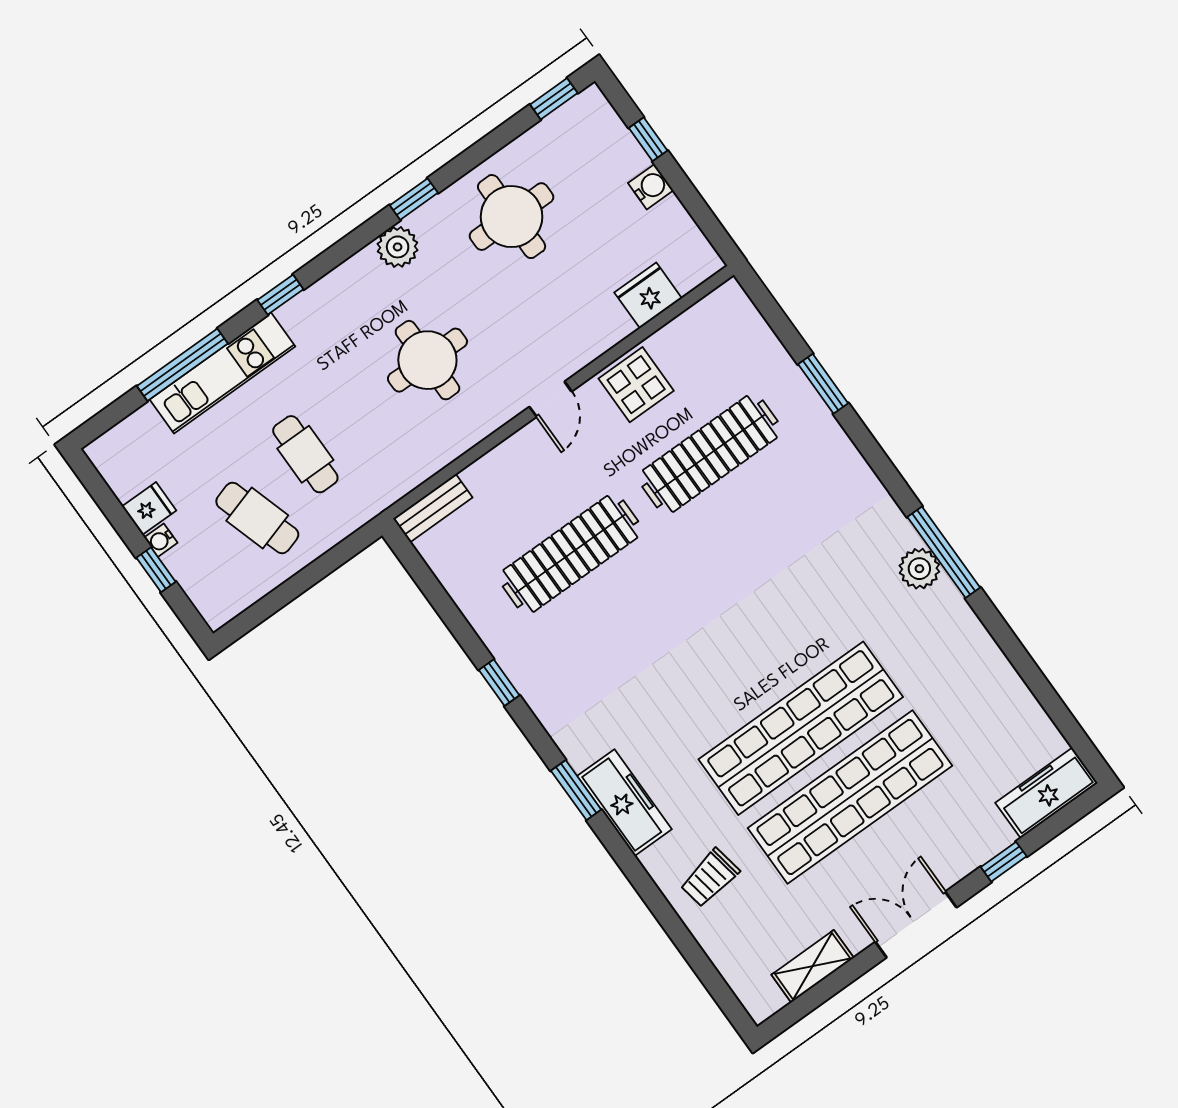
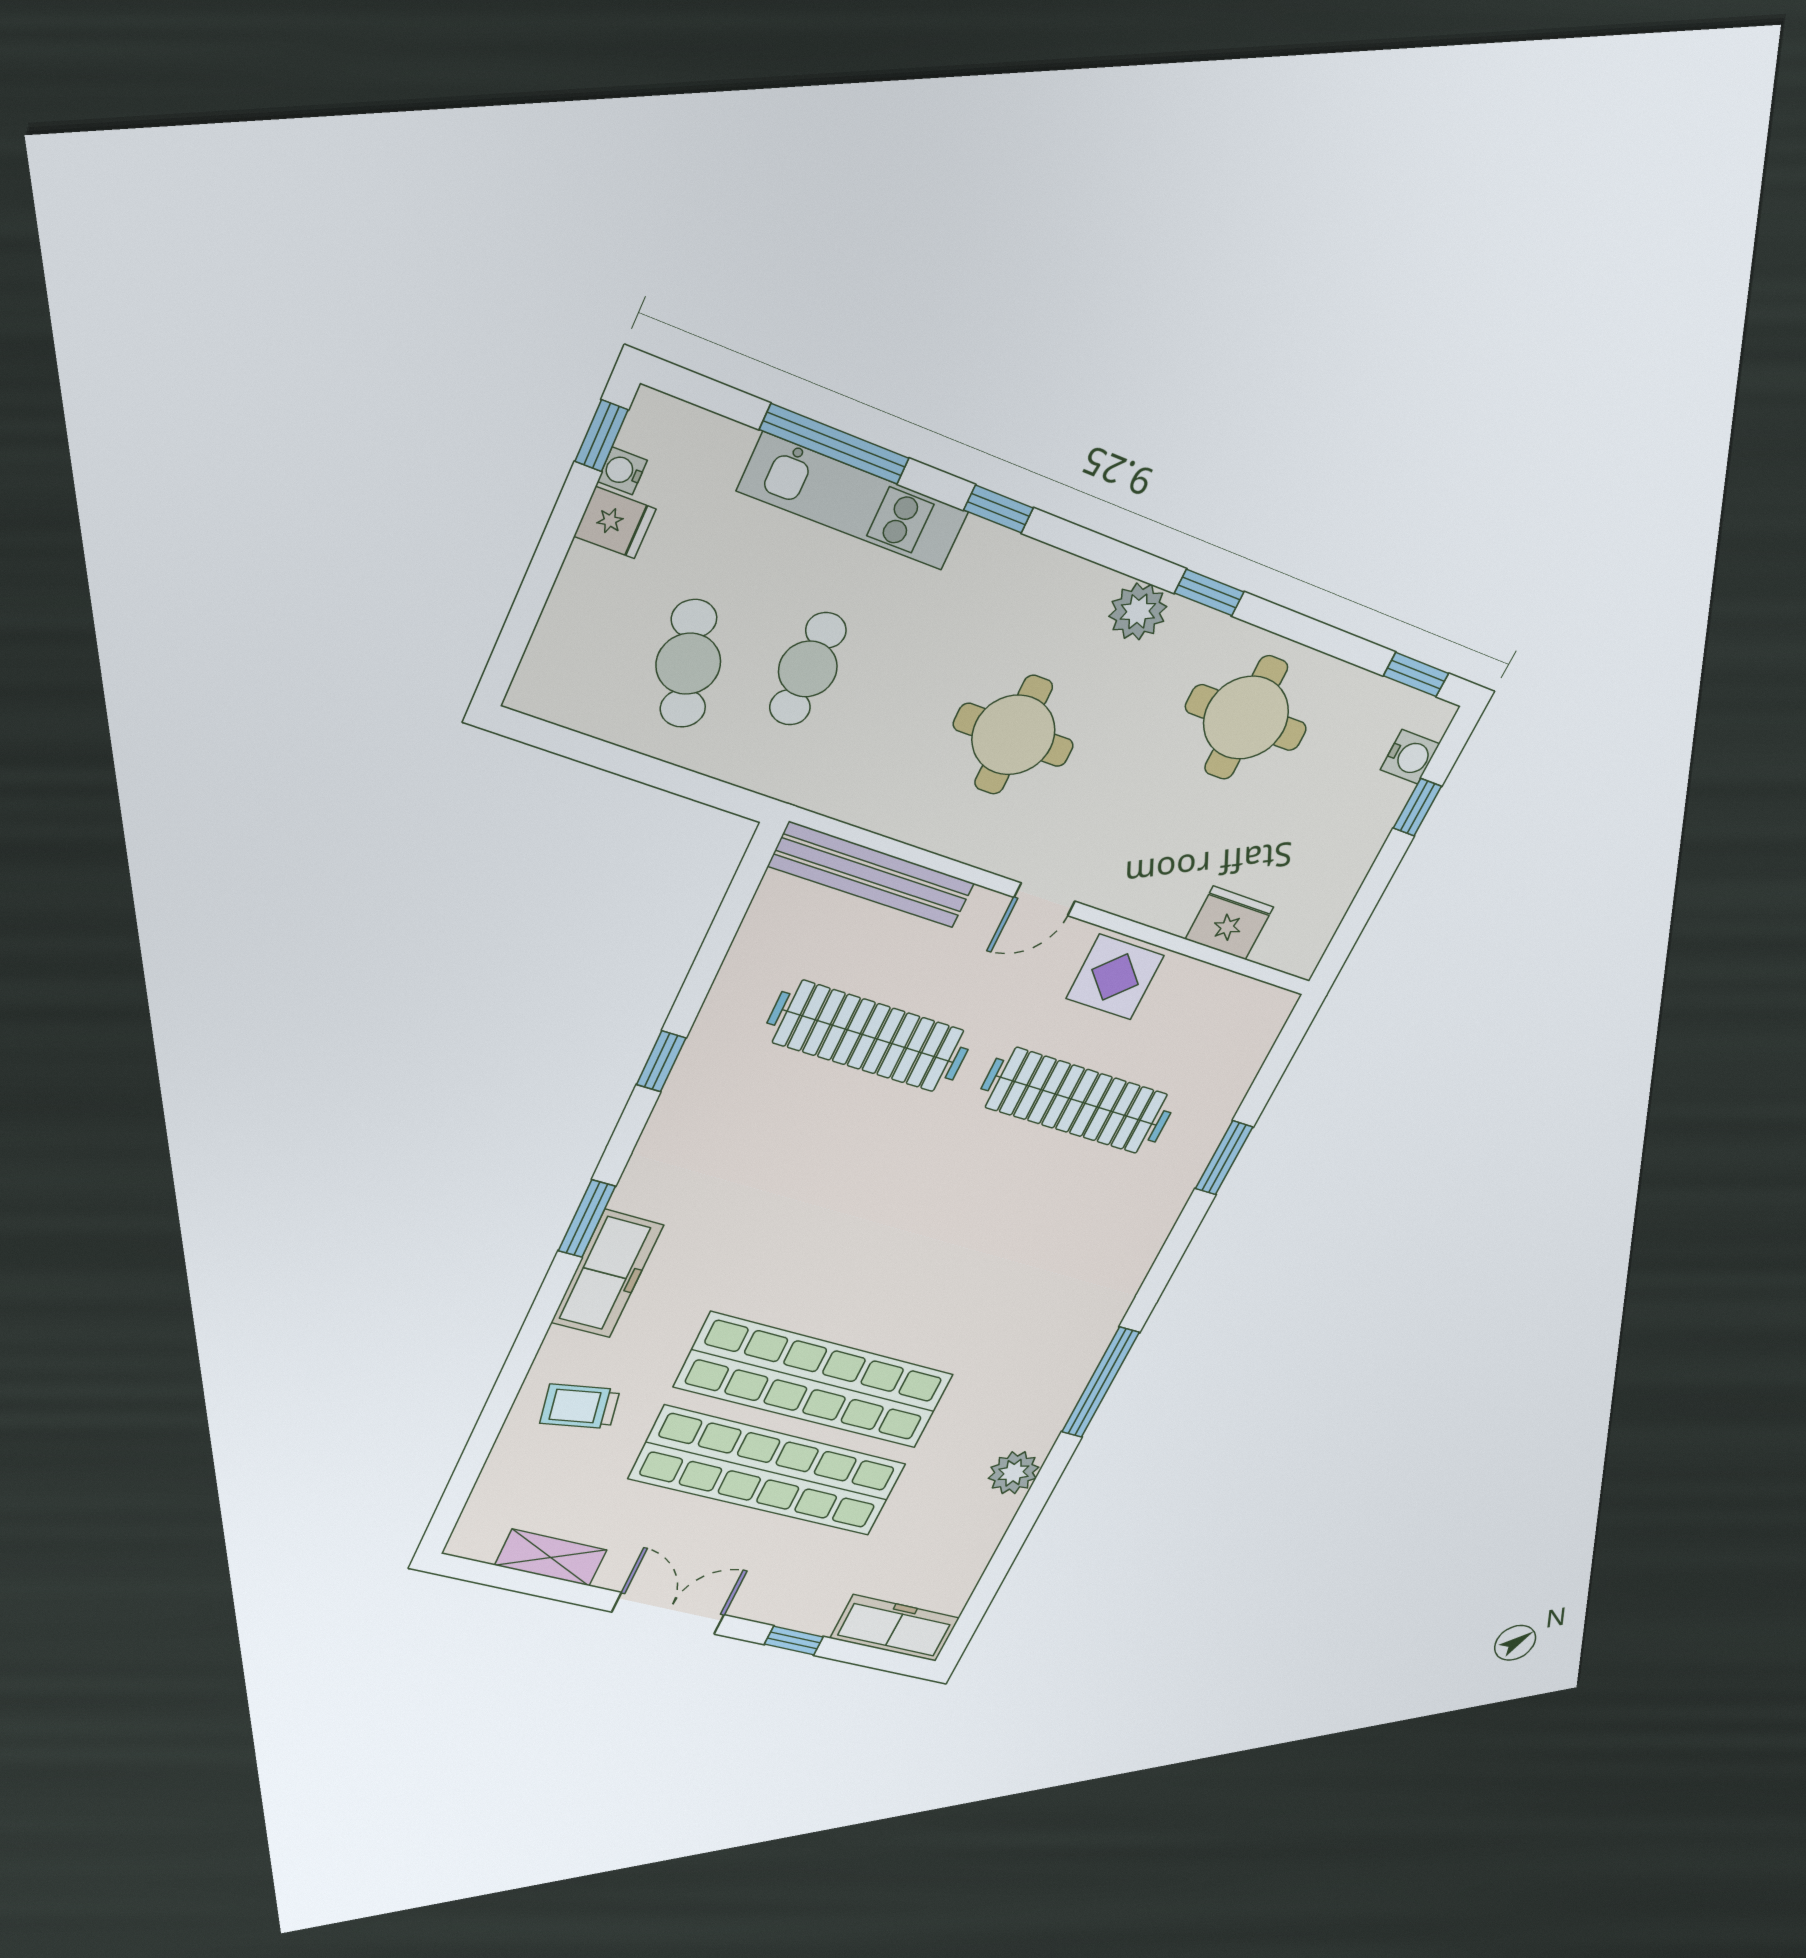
water cooler: (651, 187) -> (1410, 757), moved
bench: (433, 508) -> (872, 875), width x1.86, depth x1.21
water cooler: (161, 540) -> (622, 471), moved
plant: (919, 569) -> (1014, 1473), moved
window: (156, 570) -> (601, 436), moved

